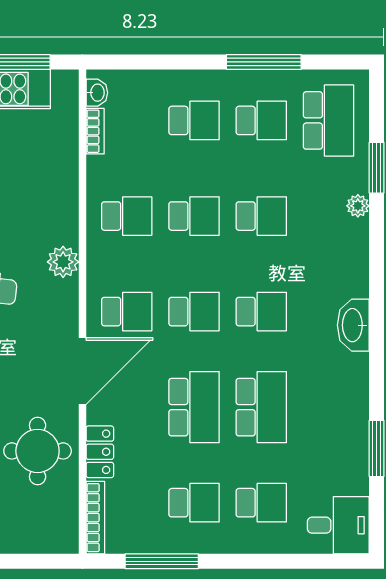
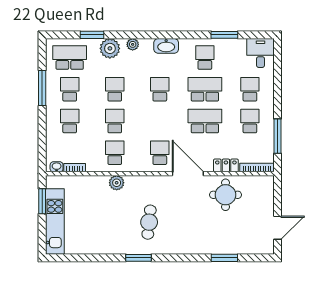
plant: (358, 206) -> (110, 48), width x1.87, depth x1.87
plant: (357, 254) -> (133, 44), added
plant: (63, 262) -> (117, 183), moved
school desk: (194, 312) -> (205, 58), moved

